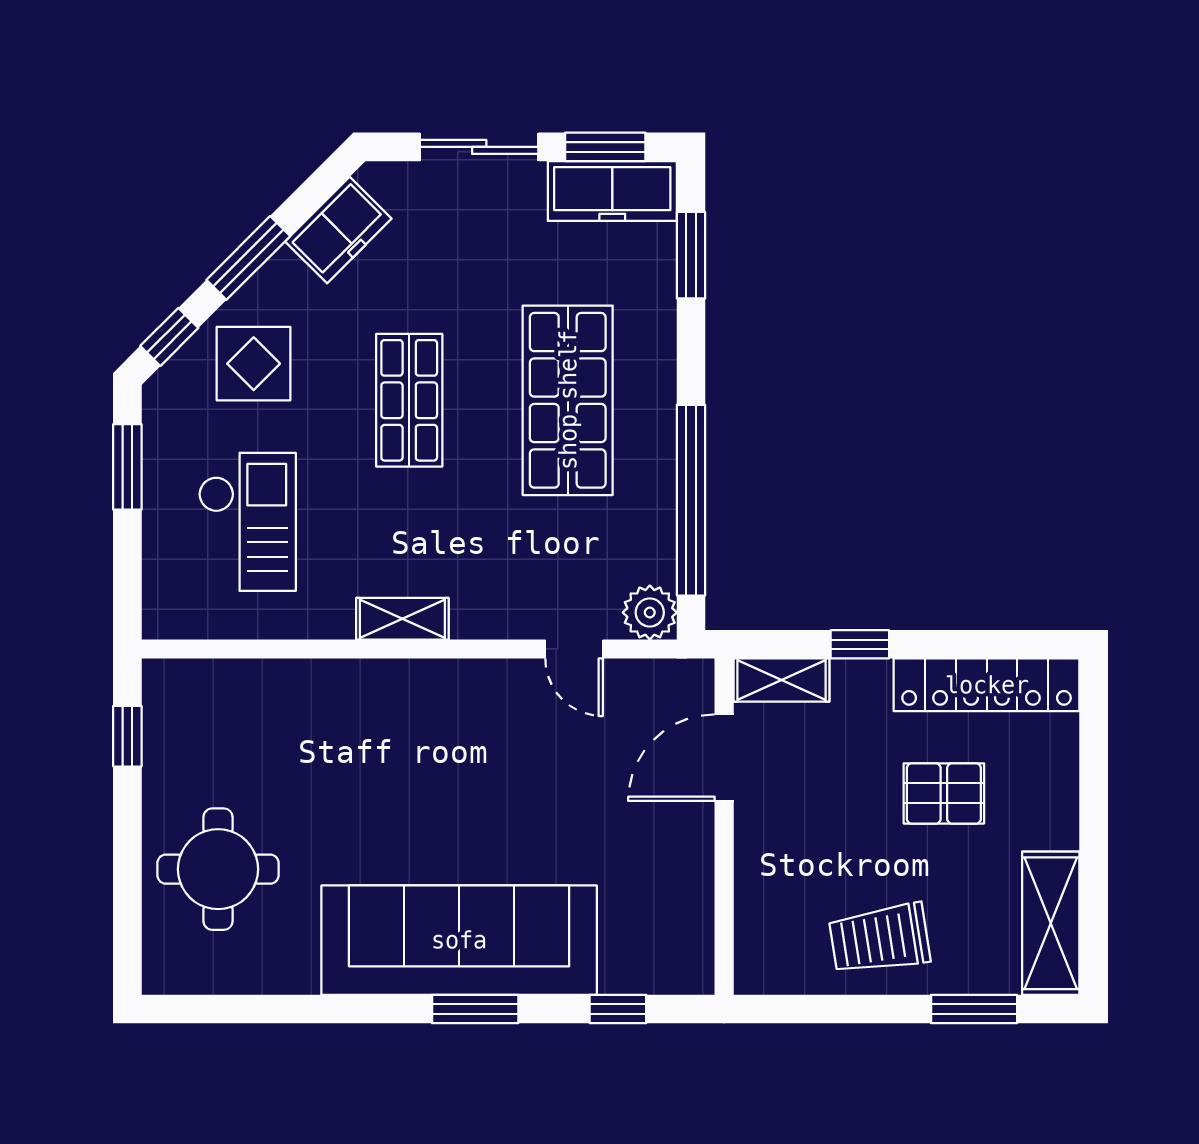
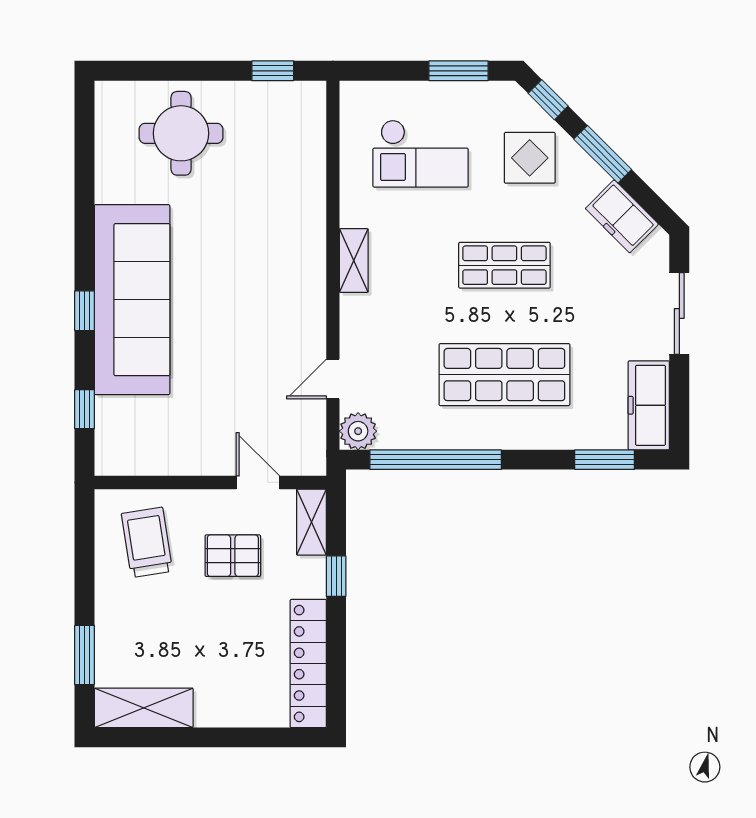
window: (605, 147) -> (679, 400), removed
door: (724, 758) -> (258, 482), width x0.73
pallet: (944, 793) -> (233, 556), moved, turned 90
trolley: (880, 939) -> (147, 542), moved
window: (475, 1009) -> (85, 311), width x0.67

